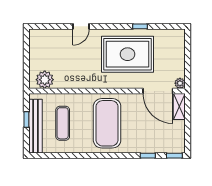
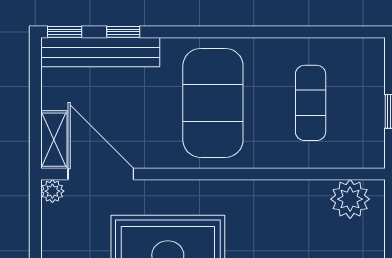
bench: (36, 126) -> (100, 52), moved, turned 90

